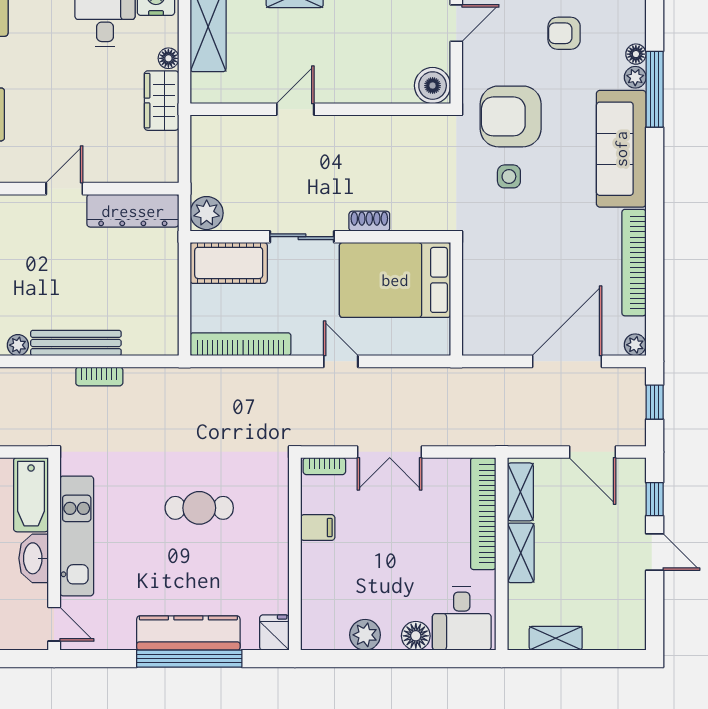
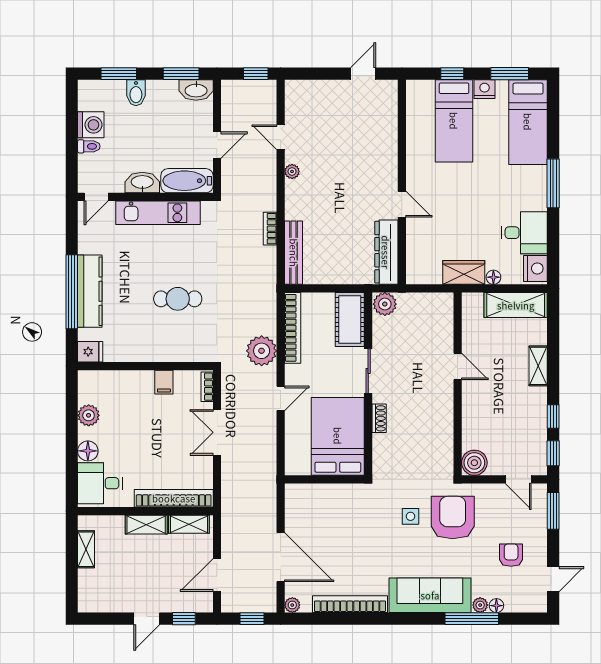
bench: (76, 343) -> (294, 253), moved
plant: (273, 389) -> (262, 351), added
cafe table: (199, 508) -> (178, 299), turned 90

